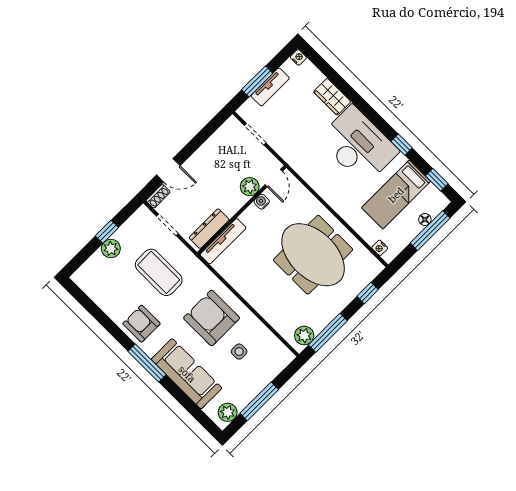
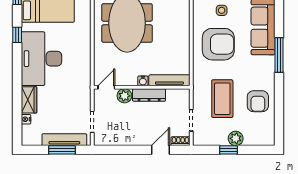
nightstand: (298, 57) -> (26, 119), moved
tv unit: (270, 87) -> (64, 140), width x1.41
door: (168, 170) -> (160, 150), hinge flipped
water cooler: (262, 202) -> (143, 81), moved
dresser: (209, 229) -> (149, 95), moved
armchair: (212, 318) -> (218, 44), turned -90
armchair: (142, 324) -> (258, 101), moved

